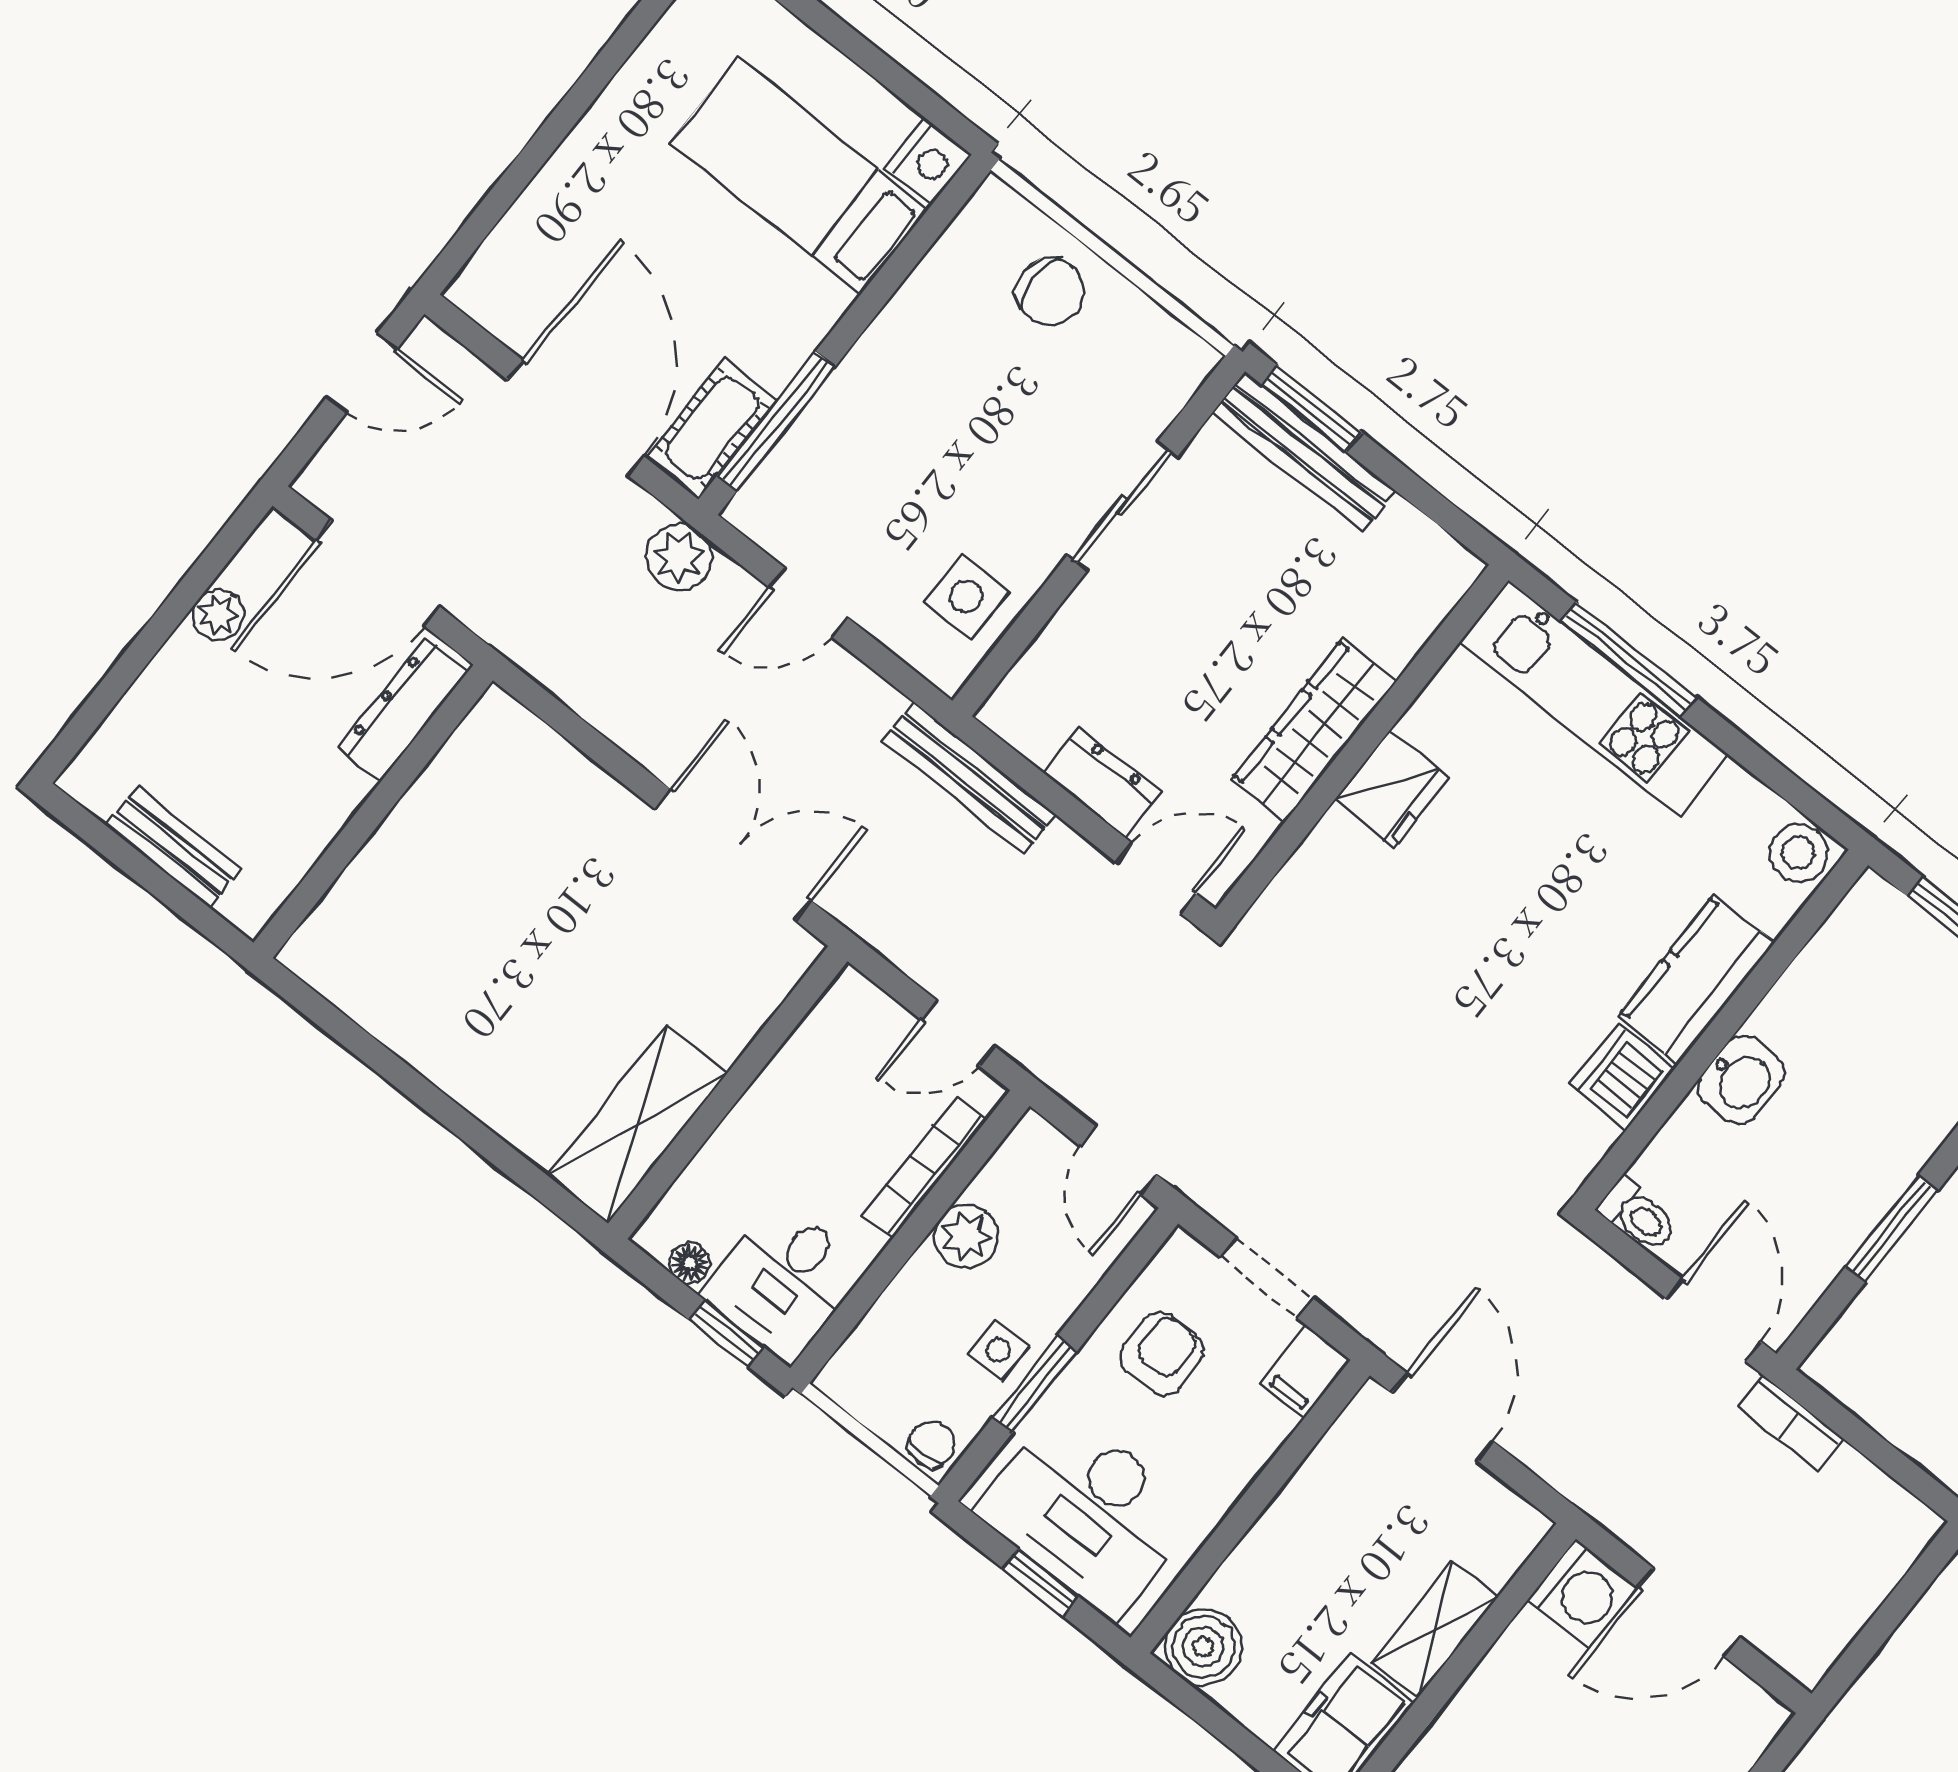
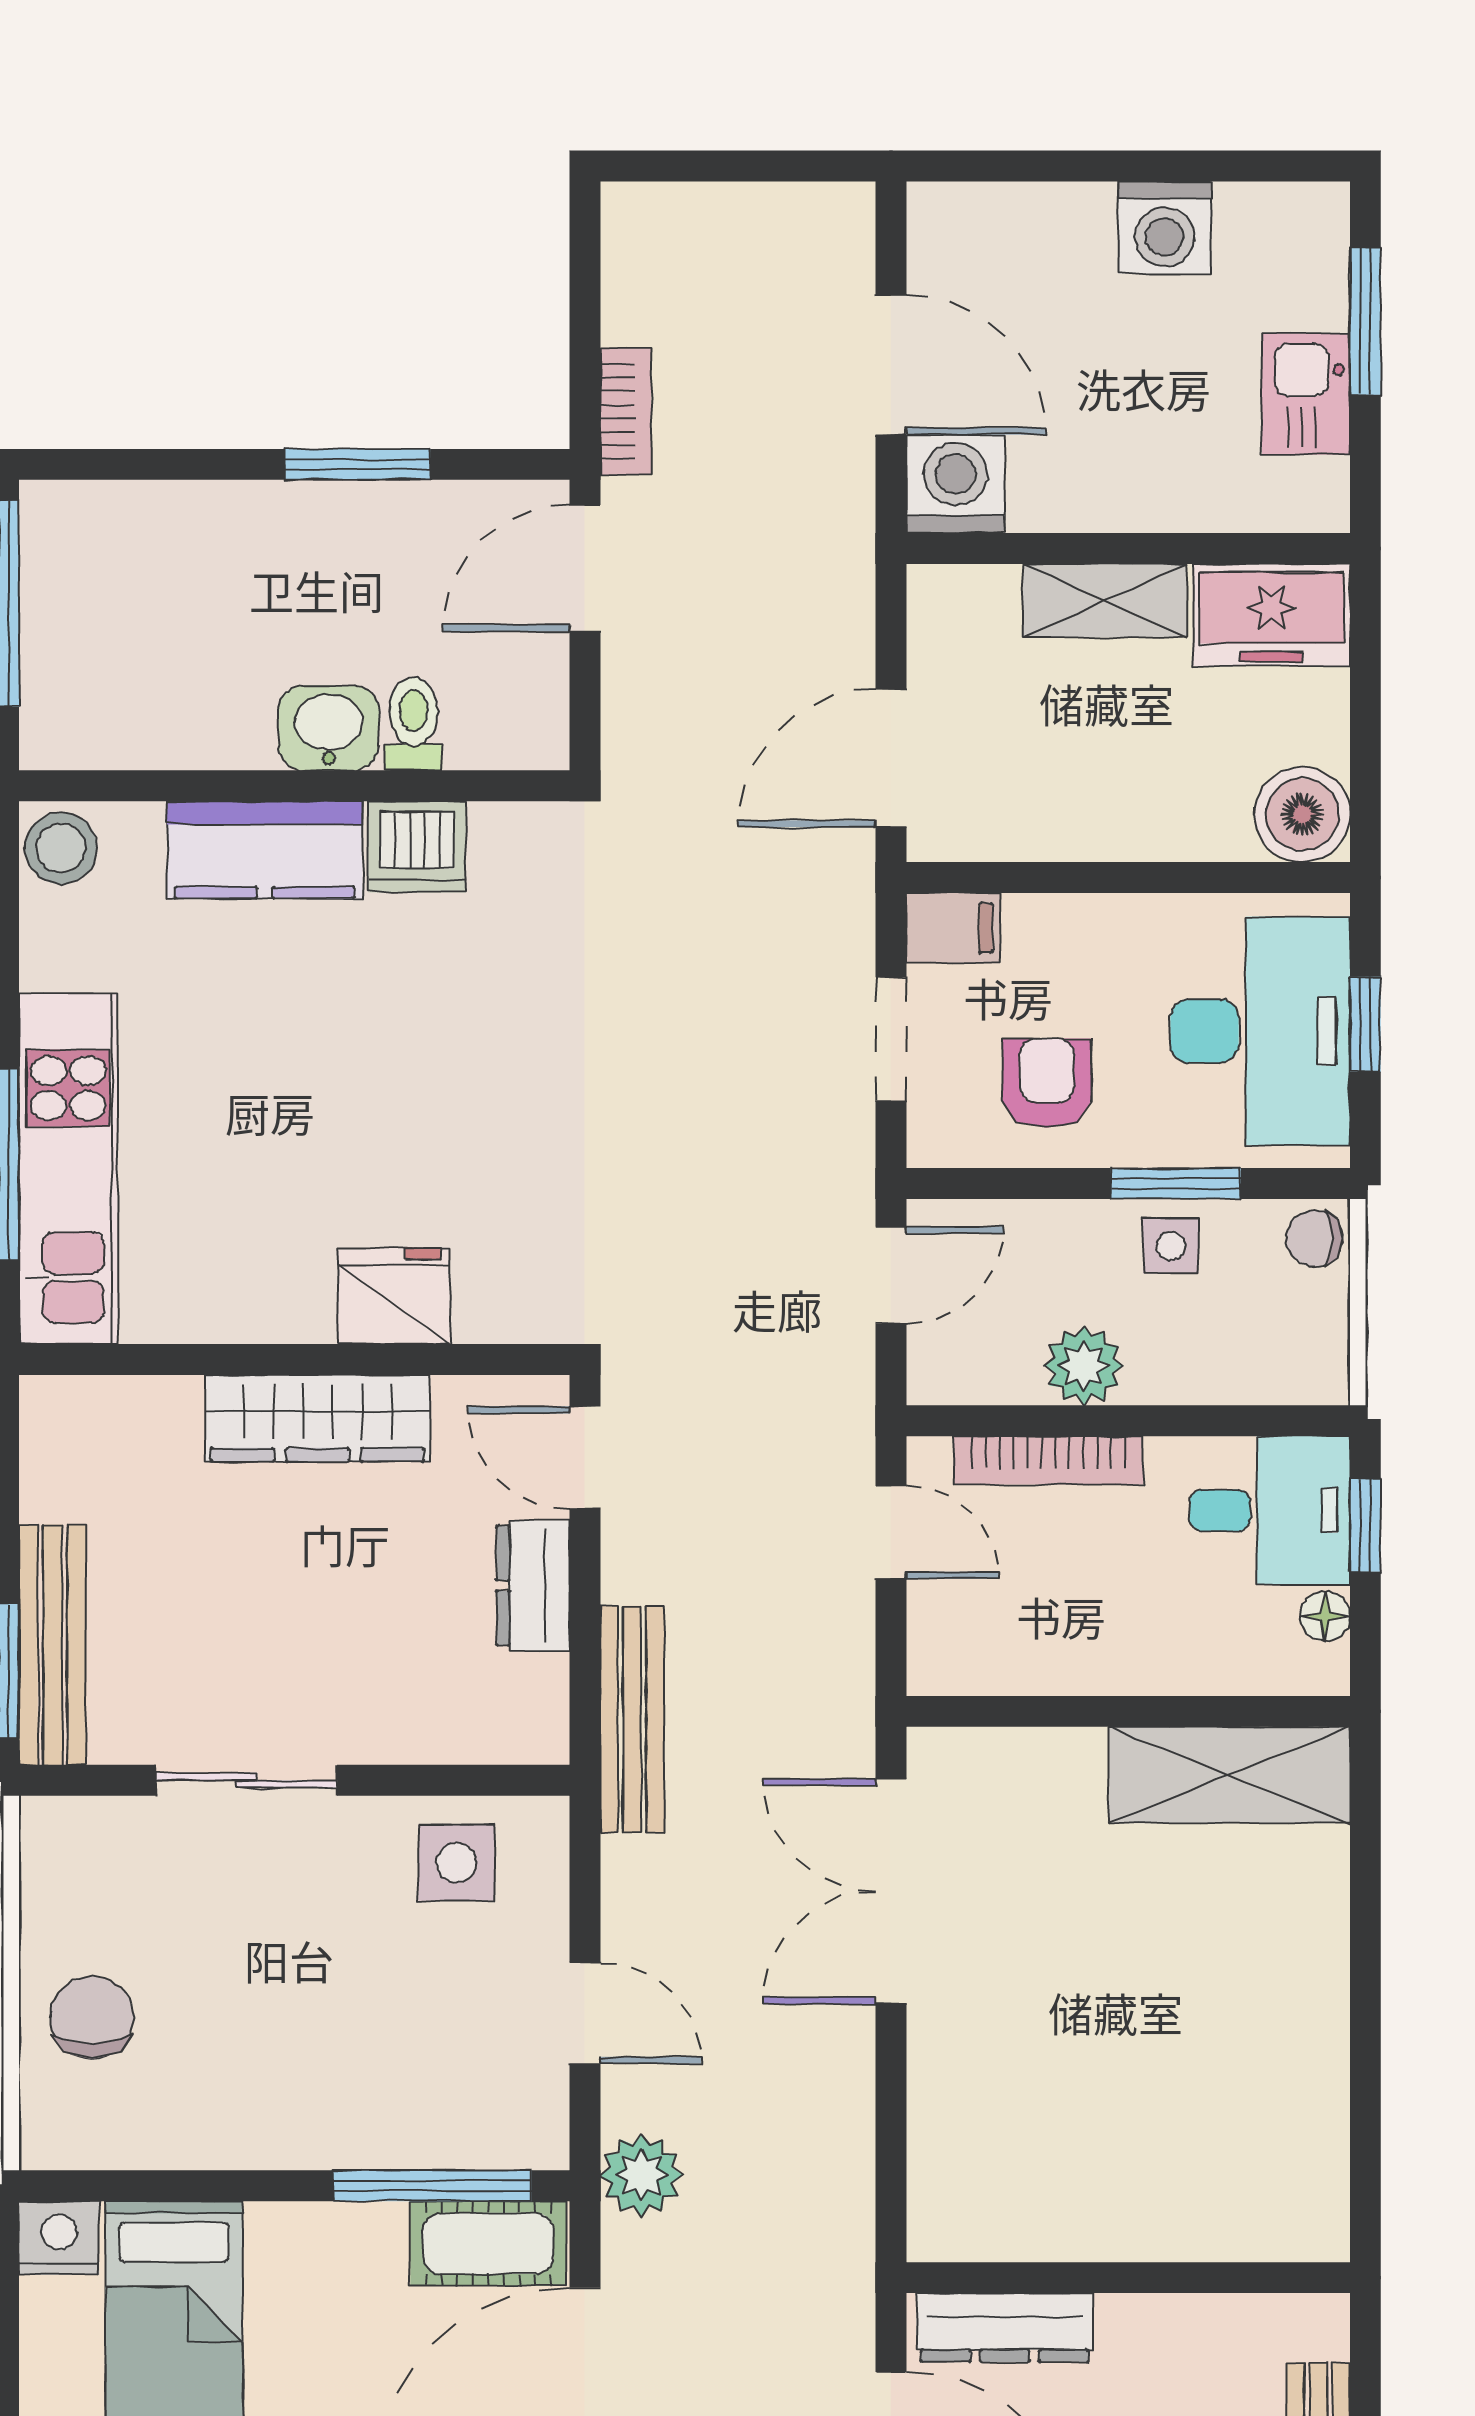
fridge: (1392, 789) -> (394, 1296), moved
toilet: (1638, 1215) -> (414, 724), moved
armchair: (1162, 1354) -> (1047, 1083), turned 90

